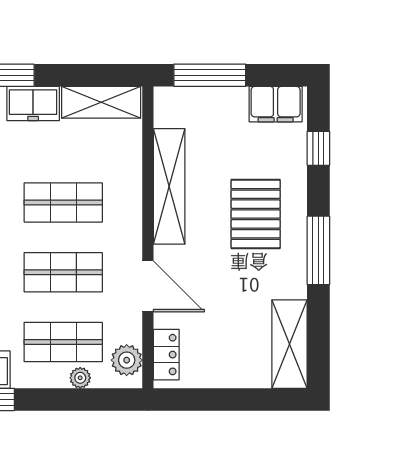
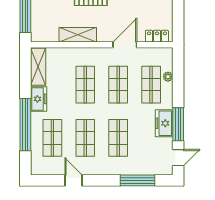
shelving: (169, 186) -> (78, 35), width x0.68
plant: (127, 360) -> (160, 55), removed

